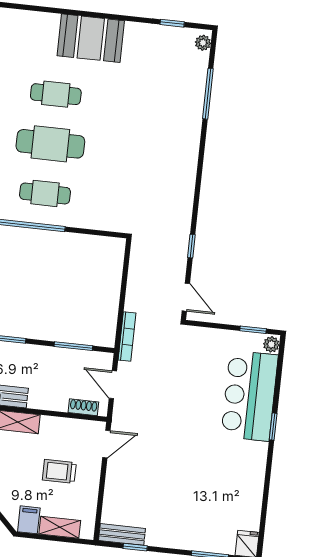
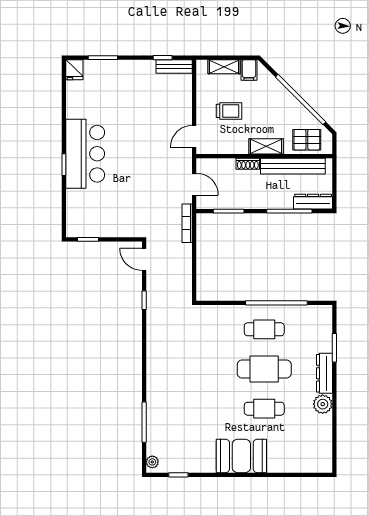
plant: (271, 344) -> (72, 229), removed
bar counter: (250, 396) -> (85, 154), moved
shoe rack: (83, 407) -> (248, 164), moved

